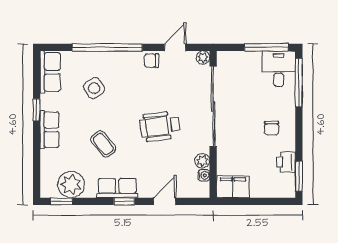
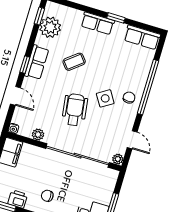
chair: (151, 61) -> (129, 98), moved
side table: (94, 88) -> (105, 98), moved
water cooler: (204, 175) -> (13, 128), moved

